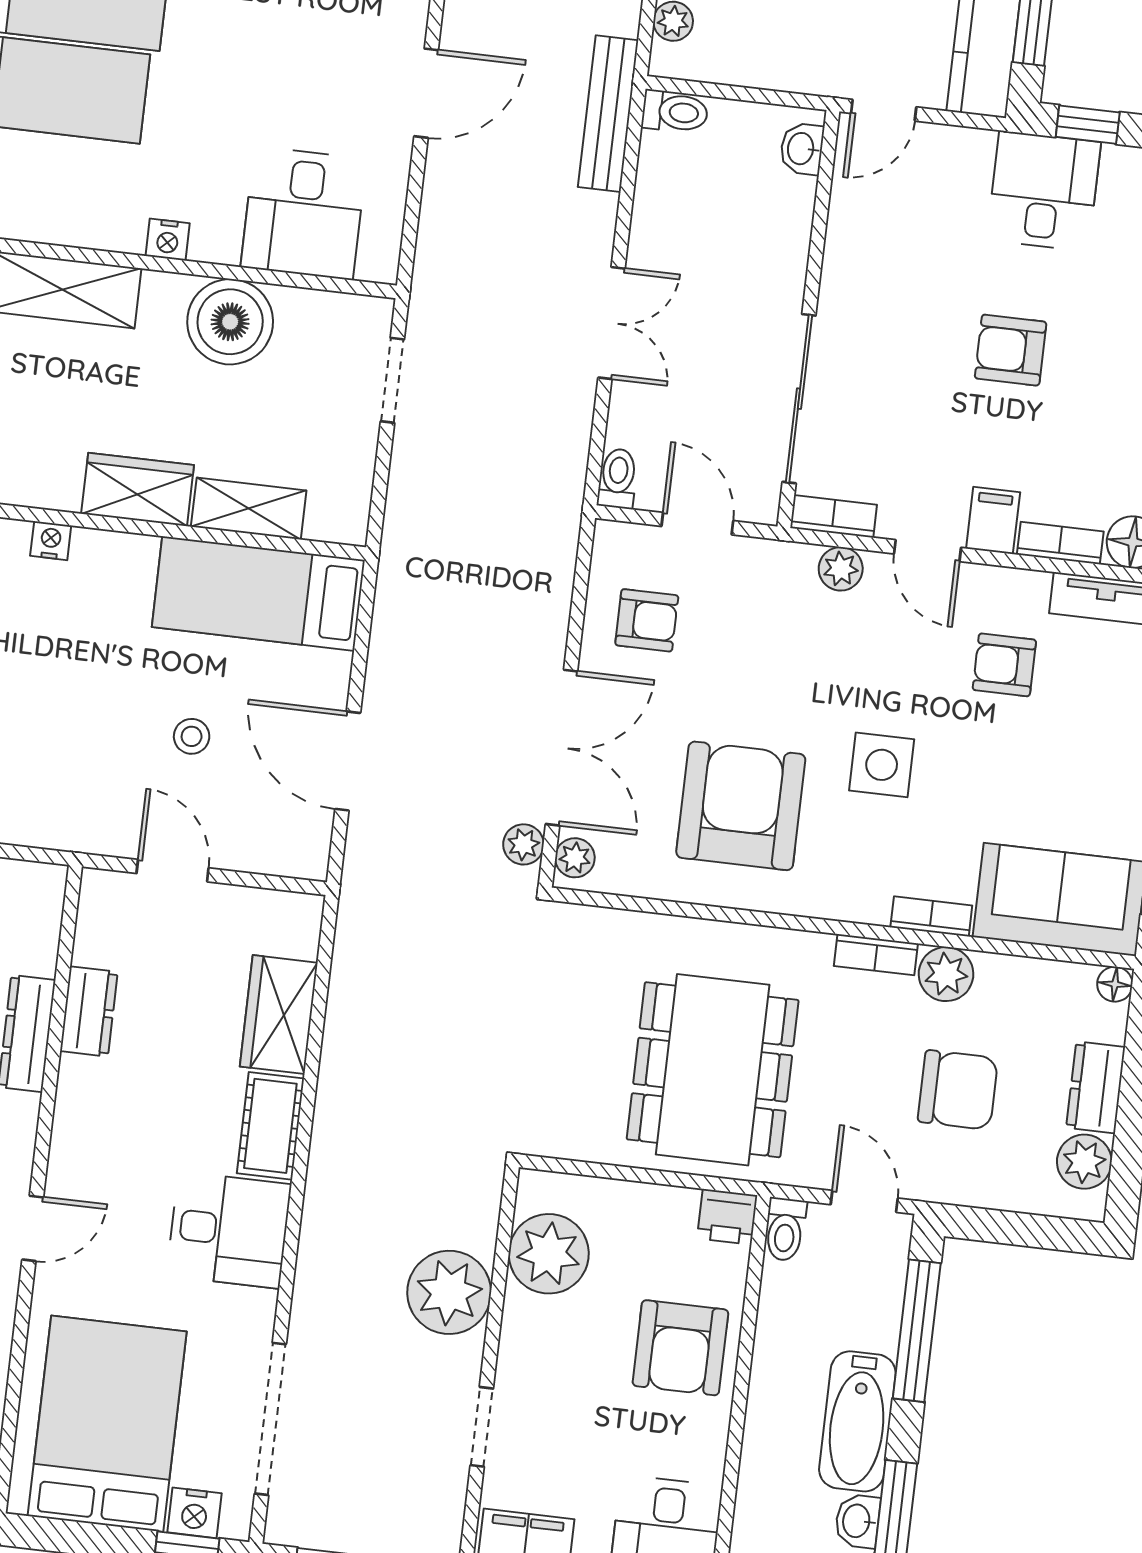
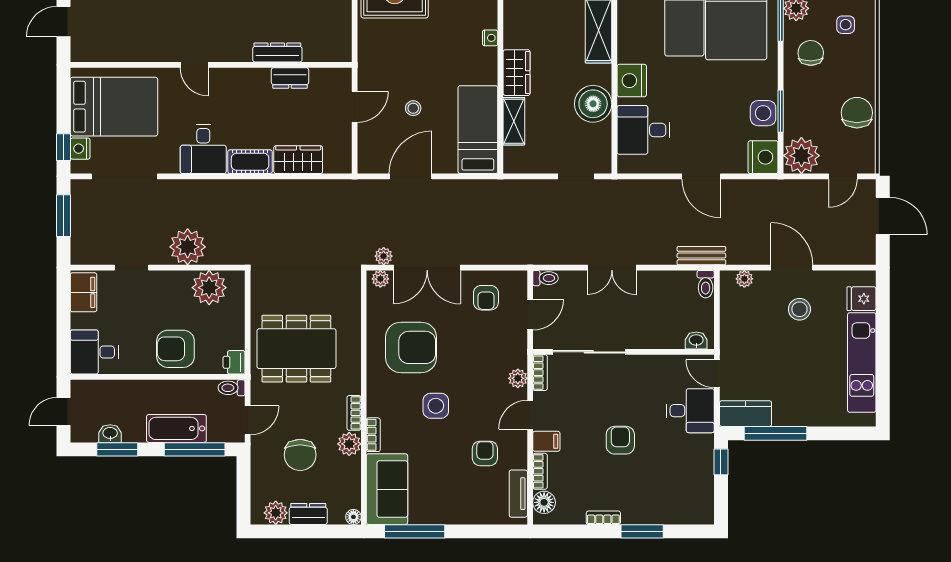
bench: (608, 114) -> (701, 256), width x0.73
desk: (1044, 191) -> (690, 411), moved
nightstand: (168, 240) -> (632, 81), width x1.89, depth x1.79
bathtub: (857, 1421) -> (176, 428), moved

